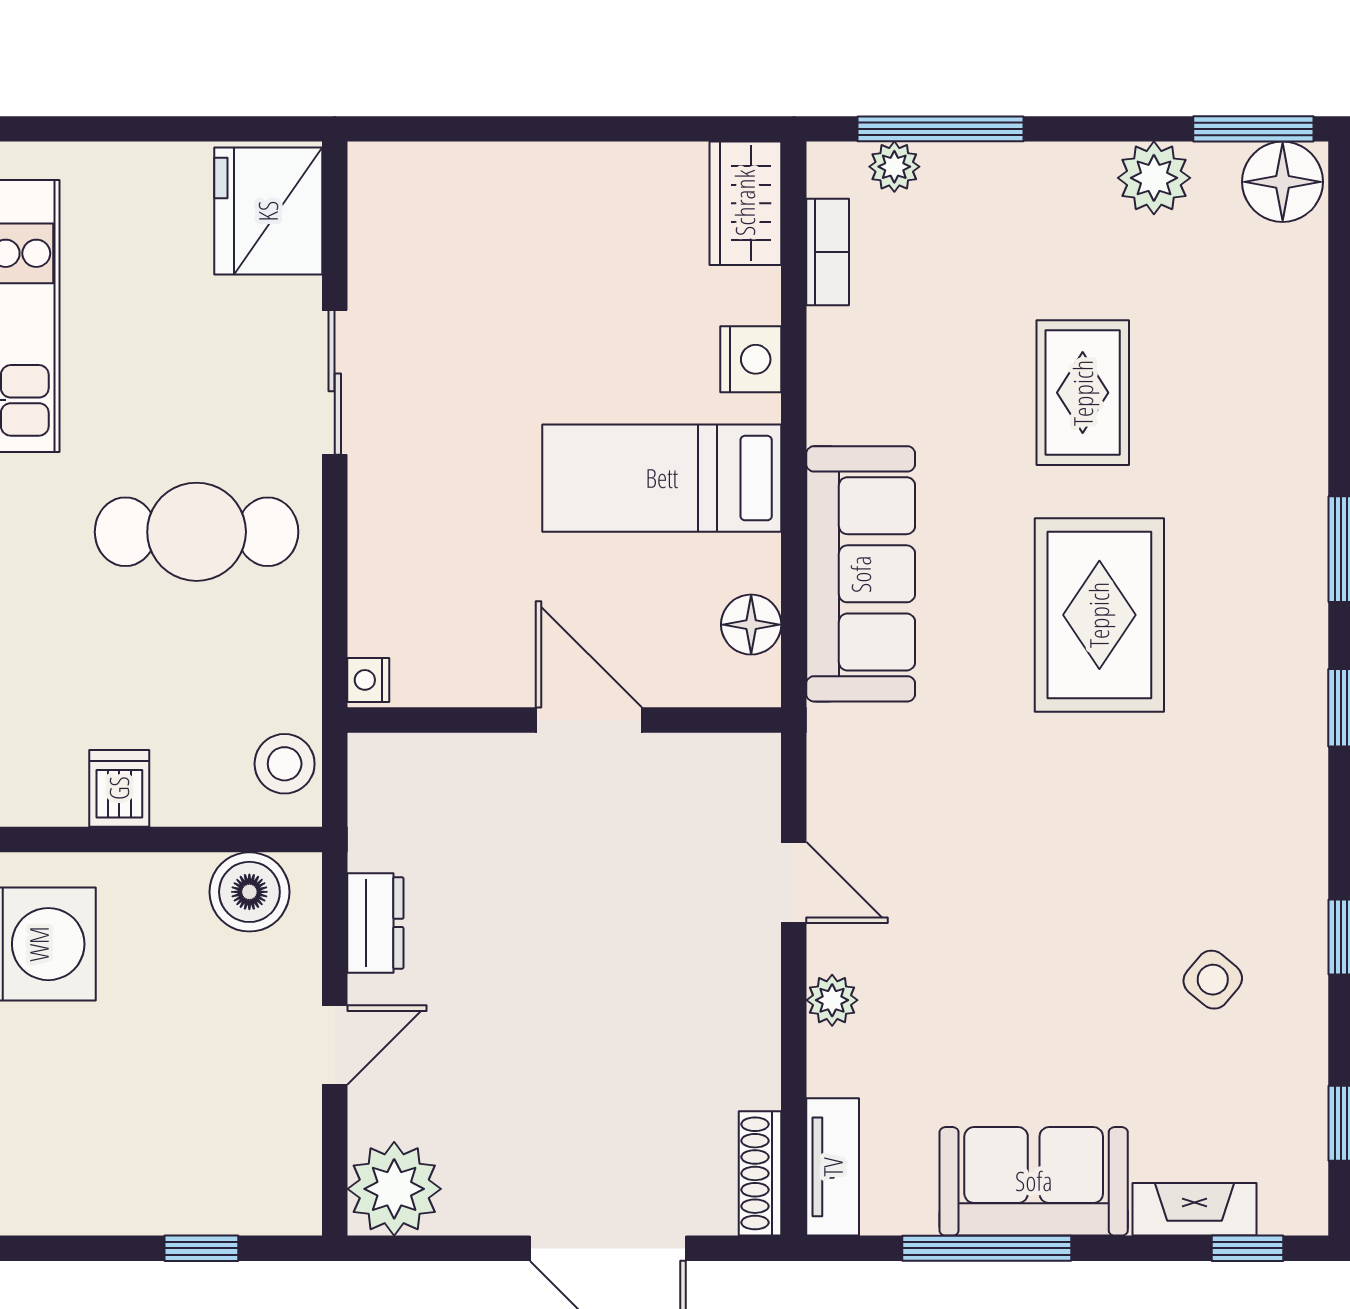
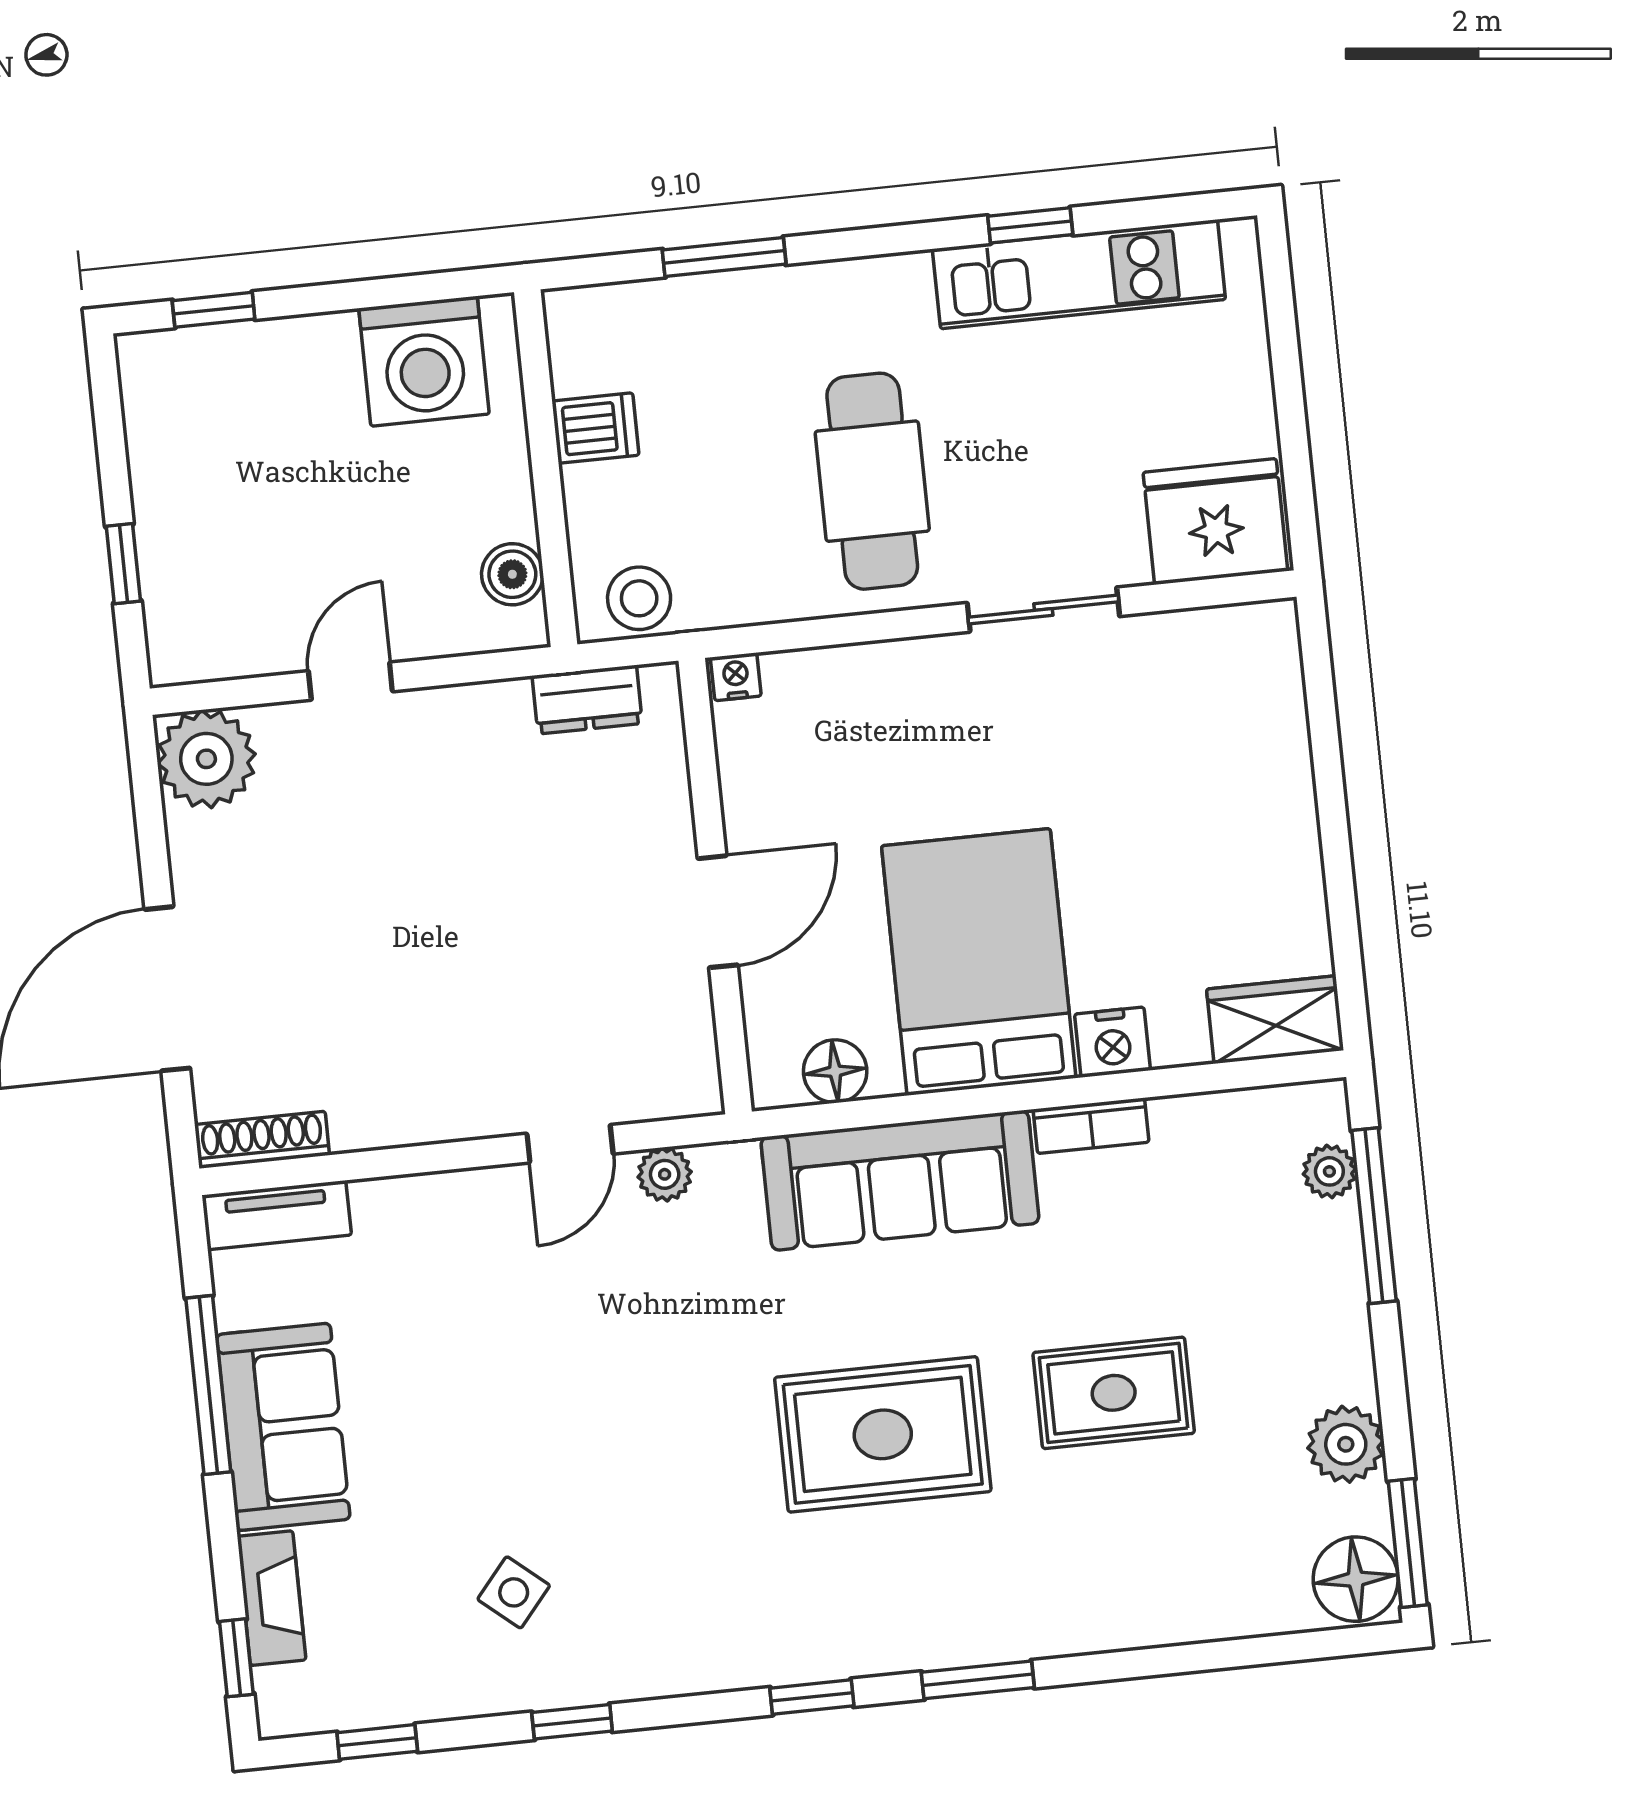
bookcase: (828, 252) -> (1091, 1126), moved
bed: (662, 478) -> (979, 962), width x1.50
boiler: (249, 892) -> (512, 574), width x0.73, depth x0.73
dresser: (375, 923) -> (587, 700), moved
plant: (832, 1000) -> (665, 1174), moved
door: (335, 1045) -> (350, 681), swing flipped

